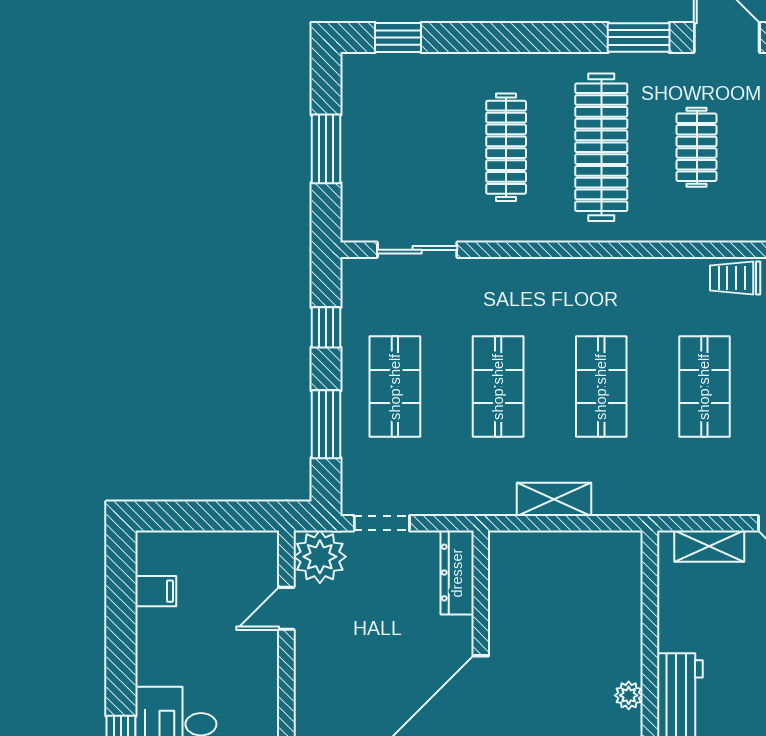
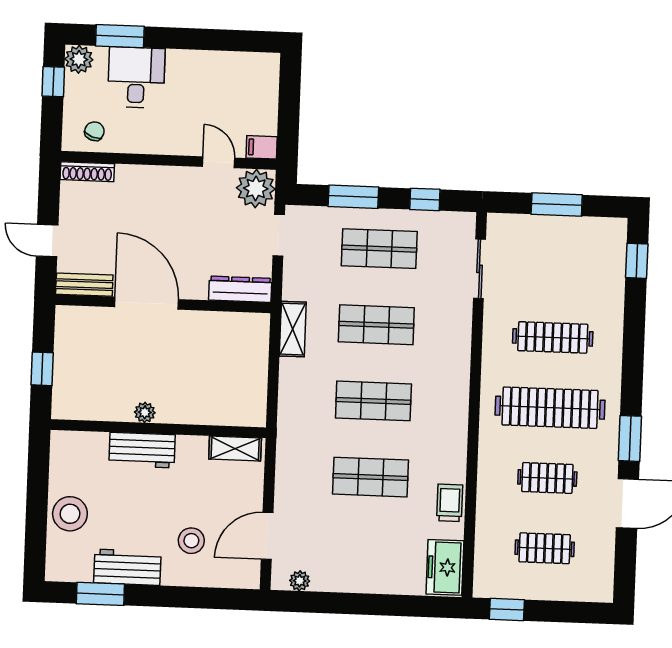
shelving: (554, 499) -> (293, 329), moved
shelving: (709, 546) -> (235, 448), moved, turned 90
filing cabinet: (156, 591) -> (262, 147), moved, turned 90

